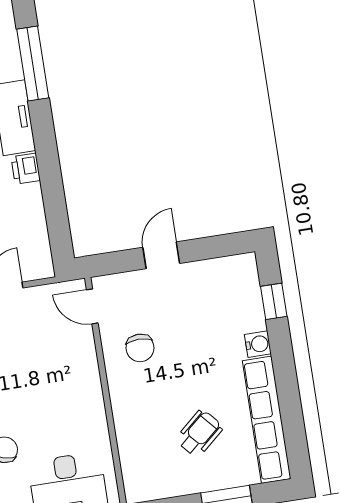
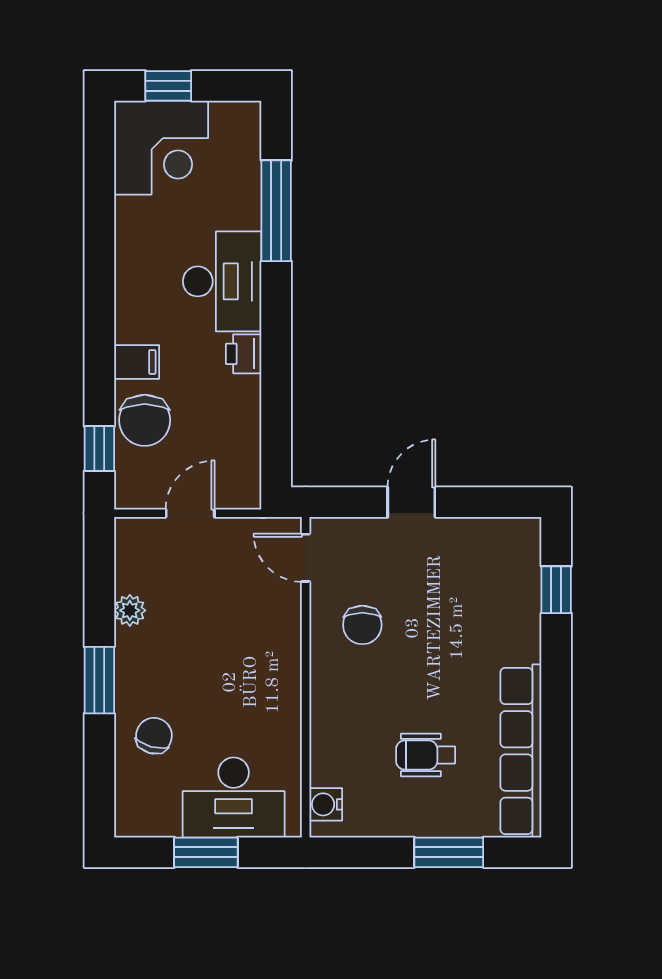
water cooler: (258, 344) -> (326, 804), moved, turned 180
wheelchair: (199, 433) -> (426, 755), turned -139

